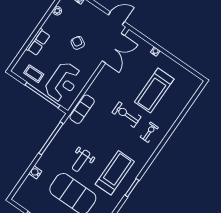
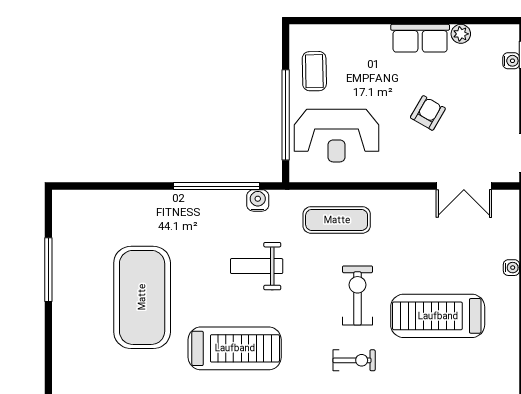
row of seats: (38, 42) -> (420, 38), moved
double door: (113, 48) -> (464, 186), width x0.73
exercise mat: (82, 109) -> (337, 220), moved
weight bench: (81, 161) -> (257, 266), moved
water cooler: (35, 172) -> (258, 200), moved

